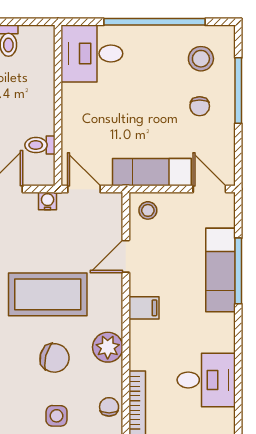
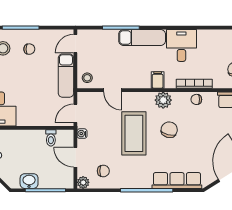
exam couch: (220, 270) -> (142, 37), moved
filing cabinet: (144, 308) -> (158, 80), moved
side table: (57, 416) -> (201, 129), removed

